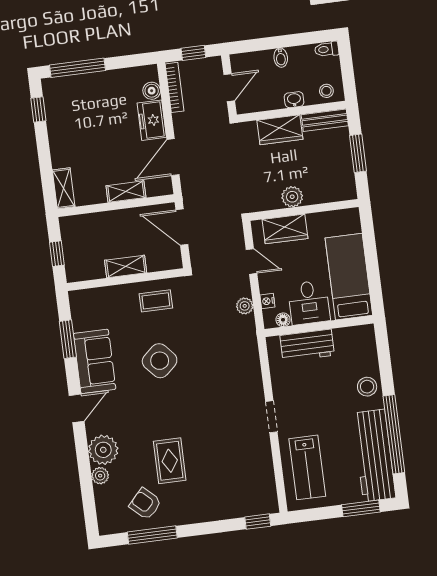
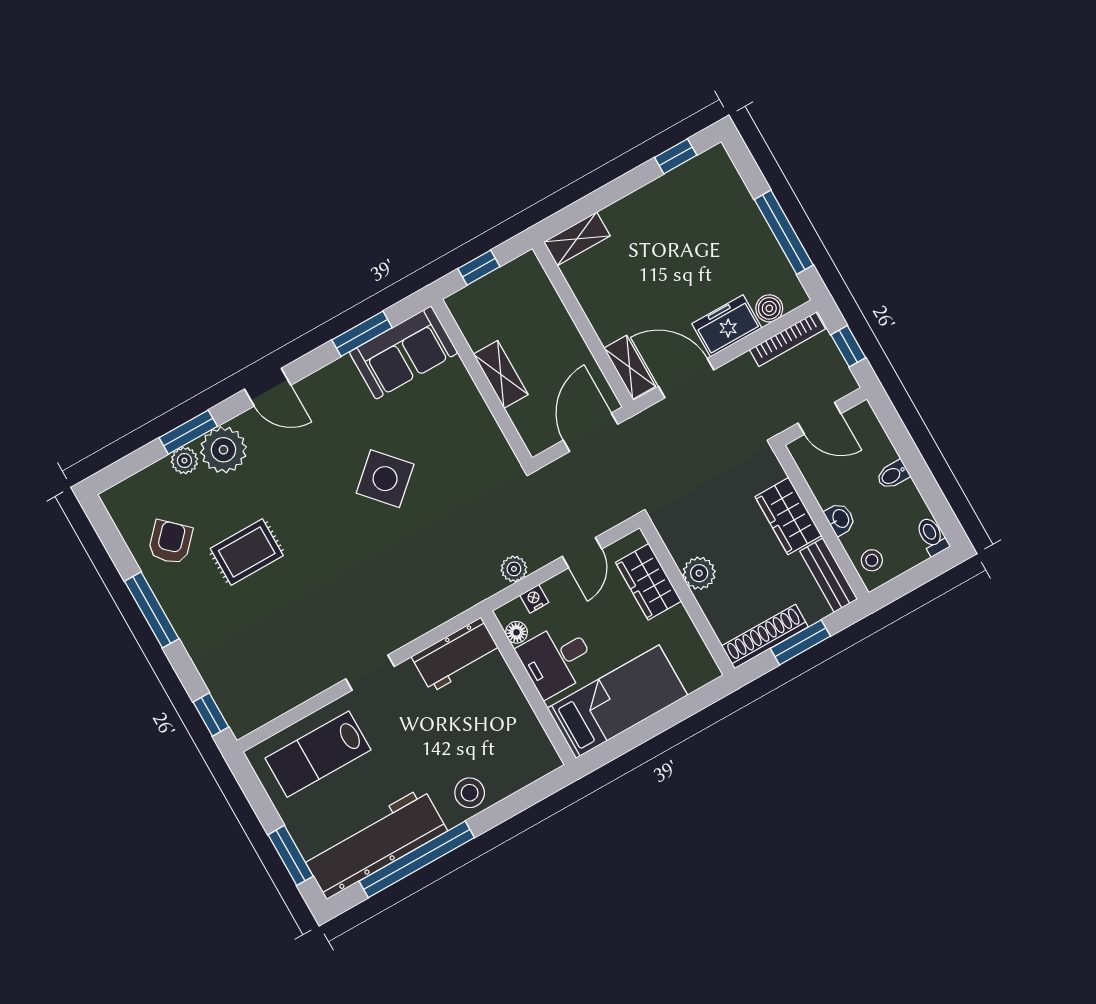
window: (78, 68) -> (784, 232), moved
shoe rack: (346, 173) -> (765, 636), added
shelving: (126, 192) -> (630, 367), moved
coffee table: (156, 301) -> (469, 438), removed
workbench: (307, 345) -> (456, 655), moved, turned -90
sofa: (95, 361) -> (404, 353), moved
window: (84, 466) -> (188, 432), added
window: (152, 535) -> (152, 610), moved

